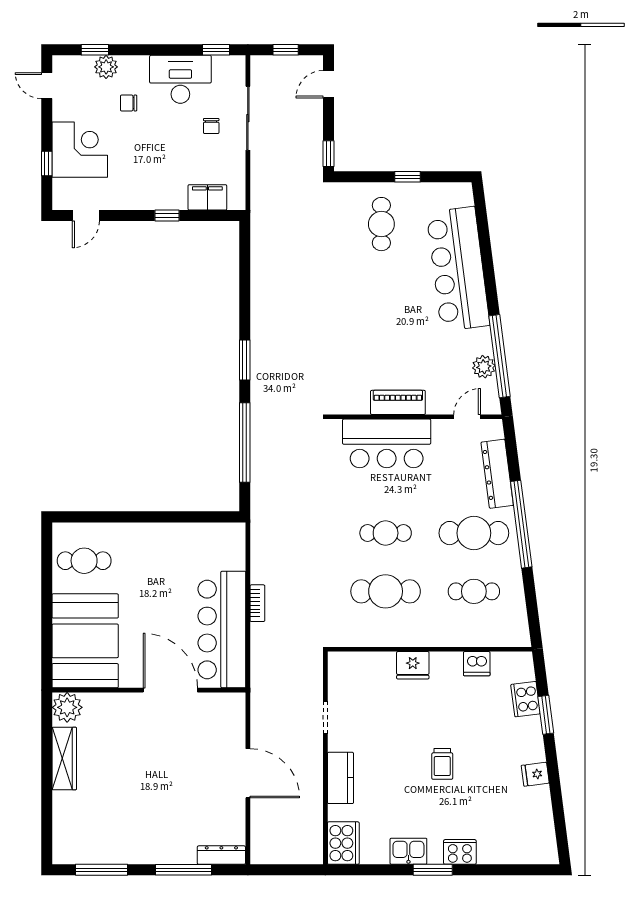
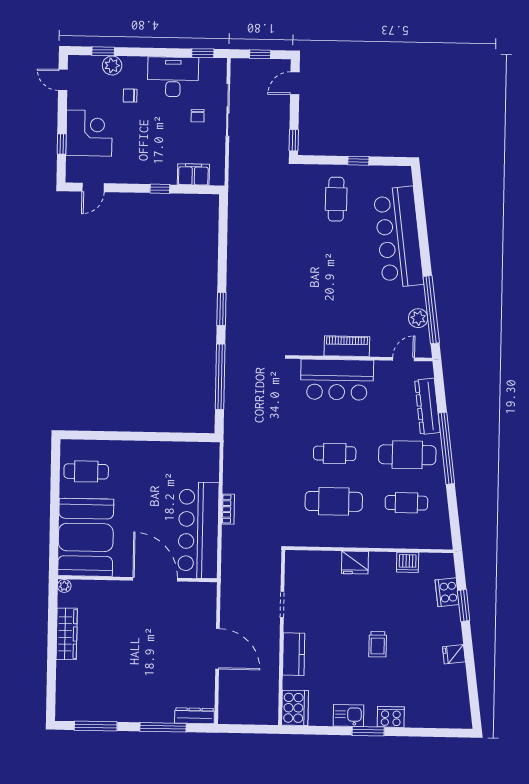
plant: (67, 707) -> (64, 586), width x0.53, depth x0.53

